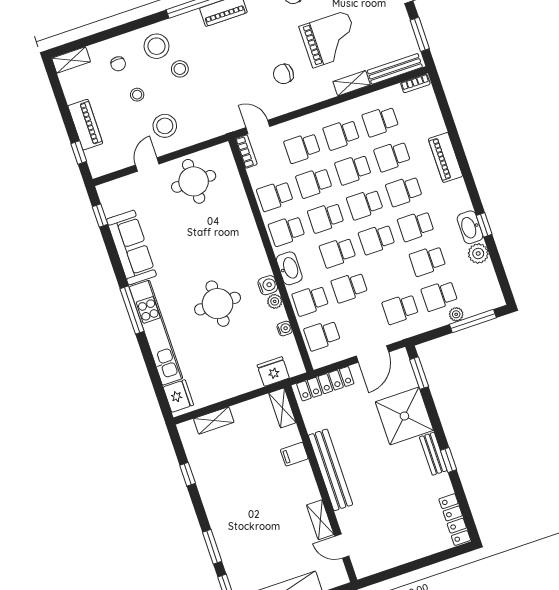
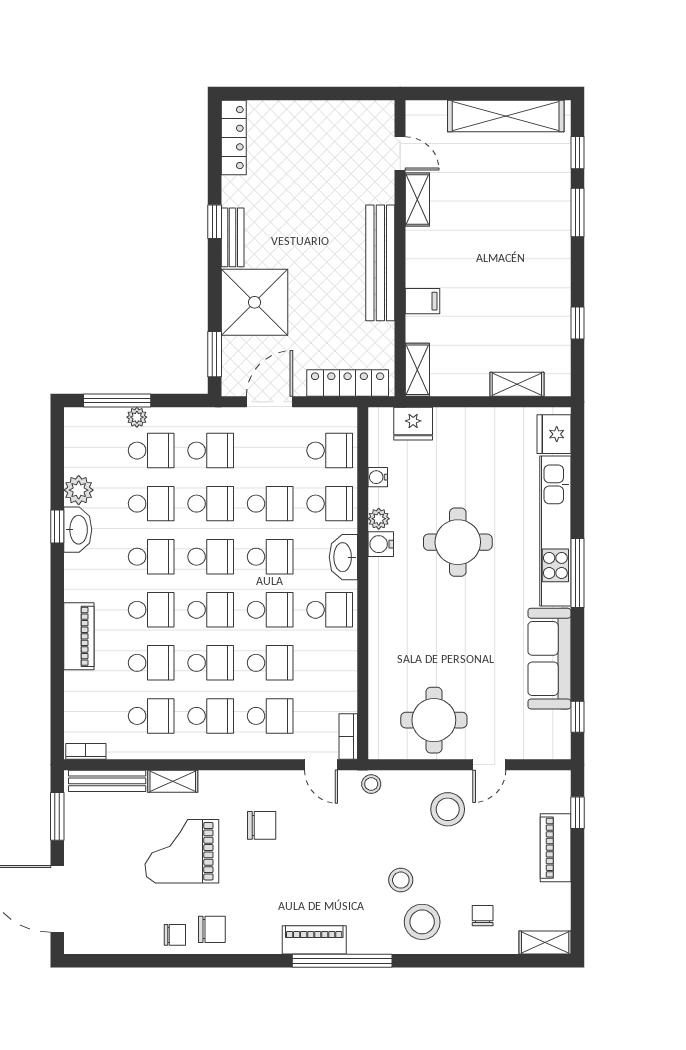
stool: (137, 95) -> (371, 784), moved
school desk: (275, 196) -> (211, 504), moved

